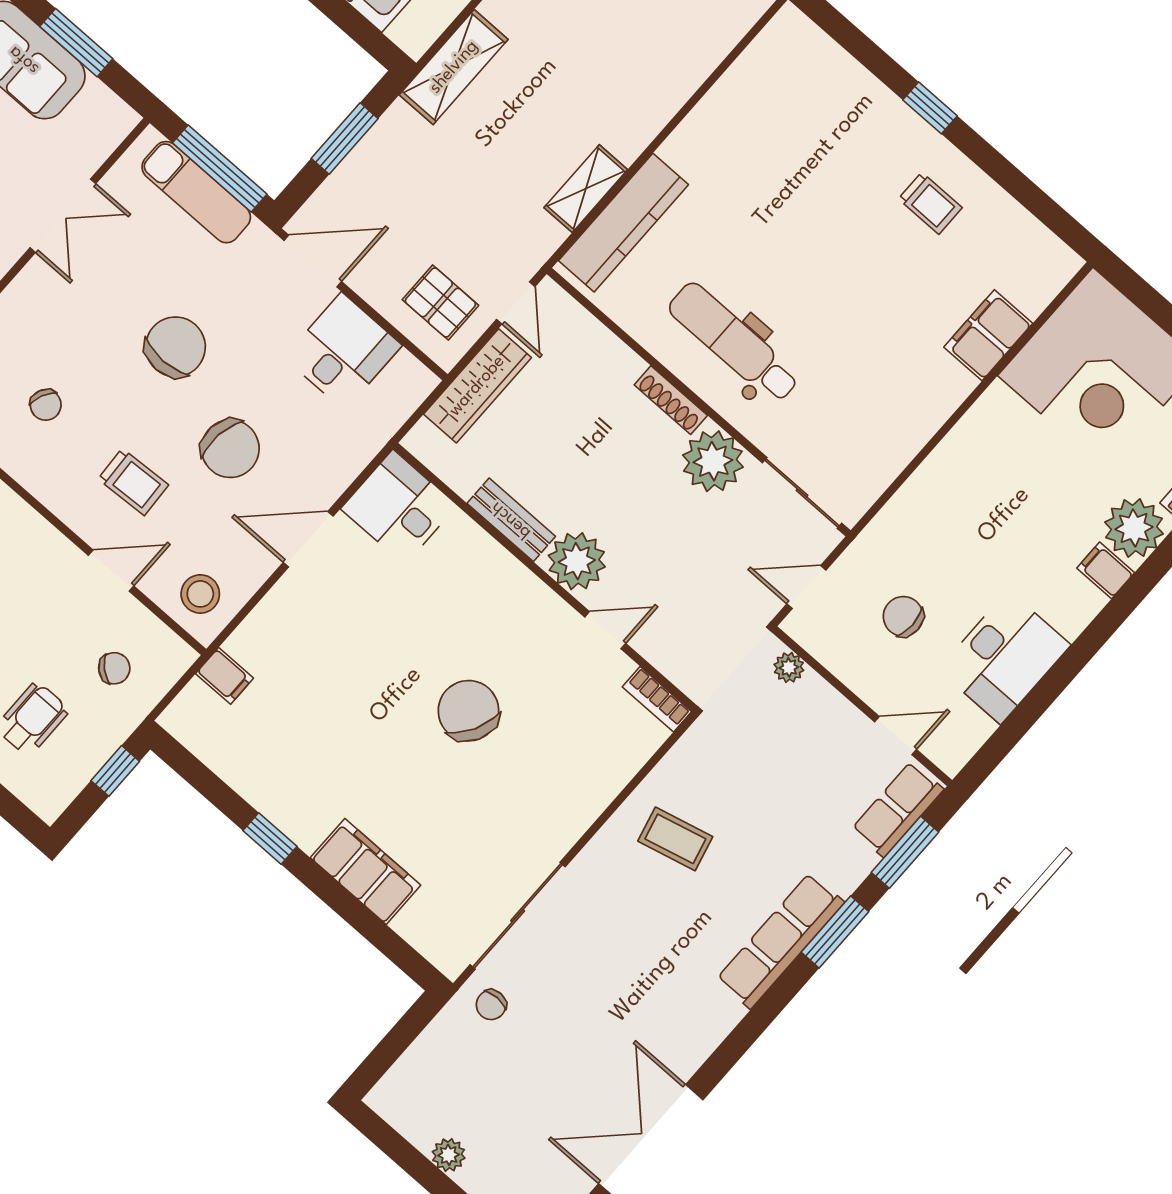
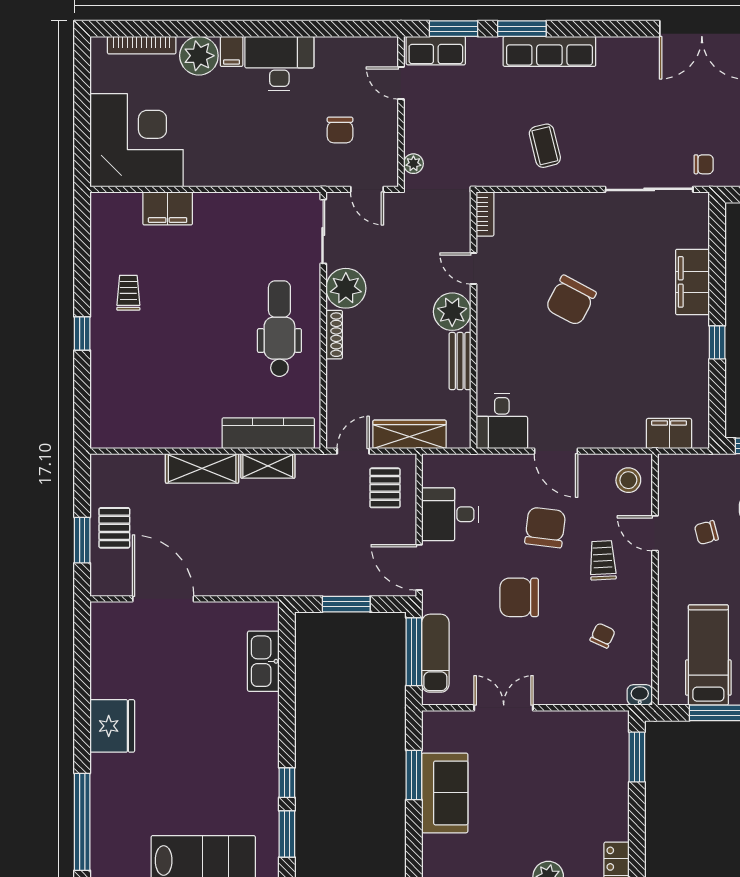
shelving: (454, 67) -> (202, 468), moved
dental chair: (734, 343) -> (279, 329), turned 180
desk: (1004, 657) -> (279, 64), moved
chair: (114, 668) -> (706, 533), moved, turned -56
filing cabinet: (225, 676) -> (669, 434), width x2.00

